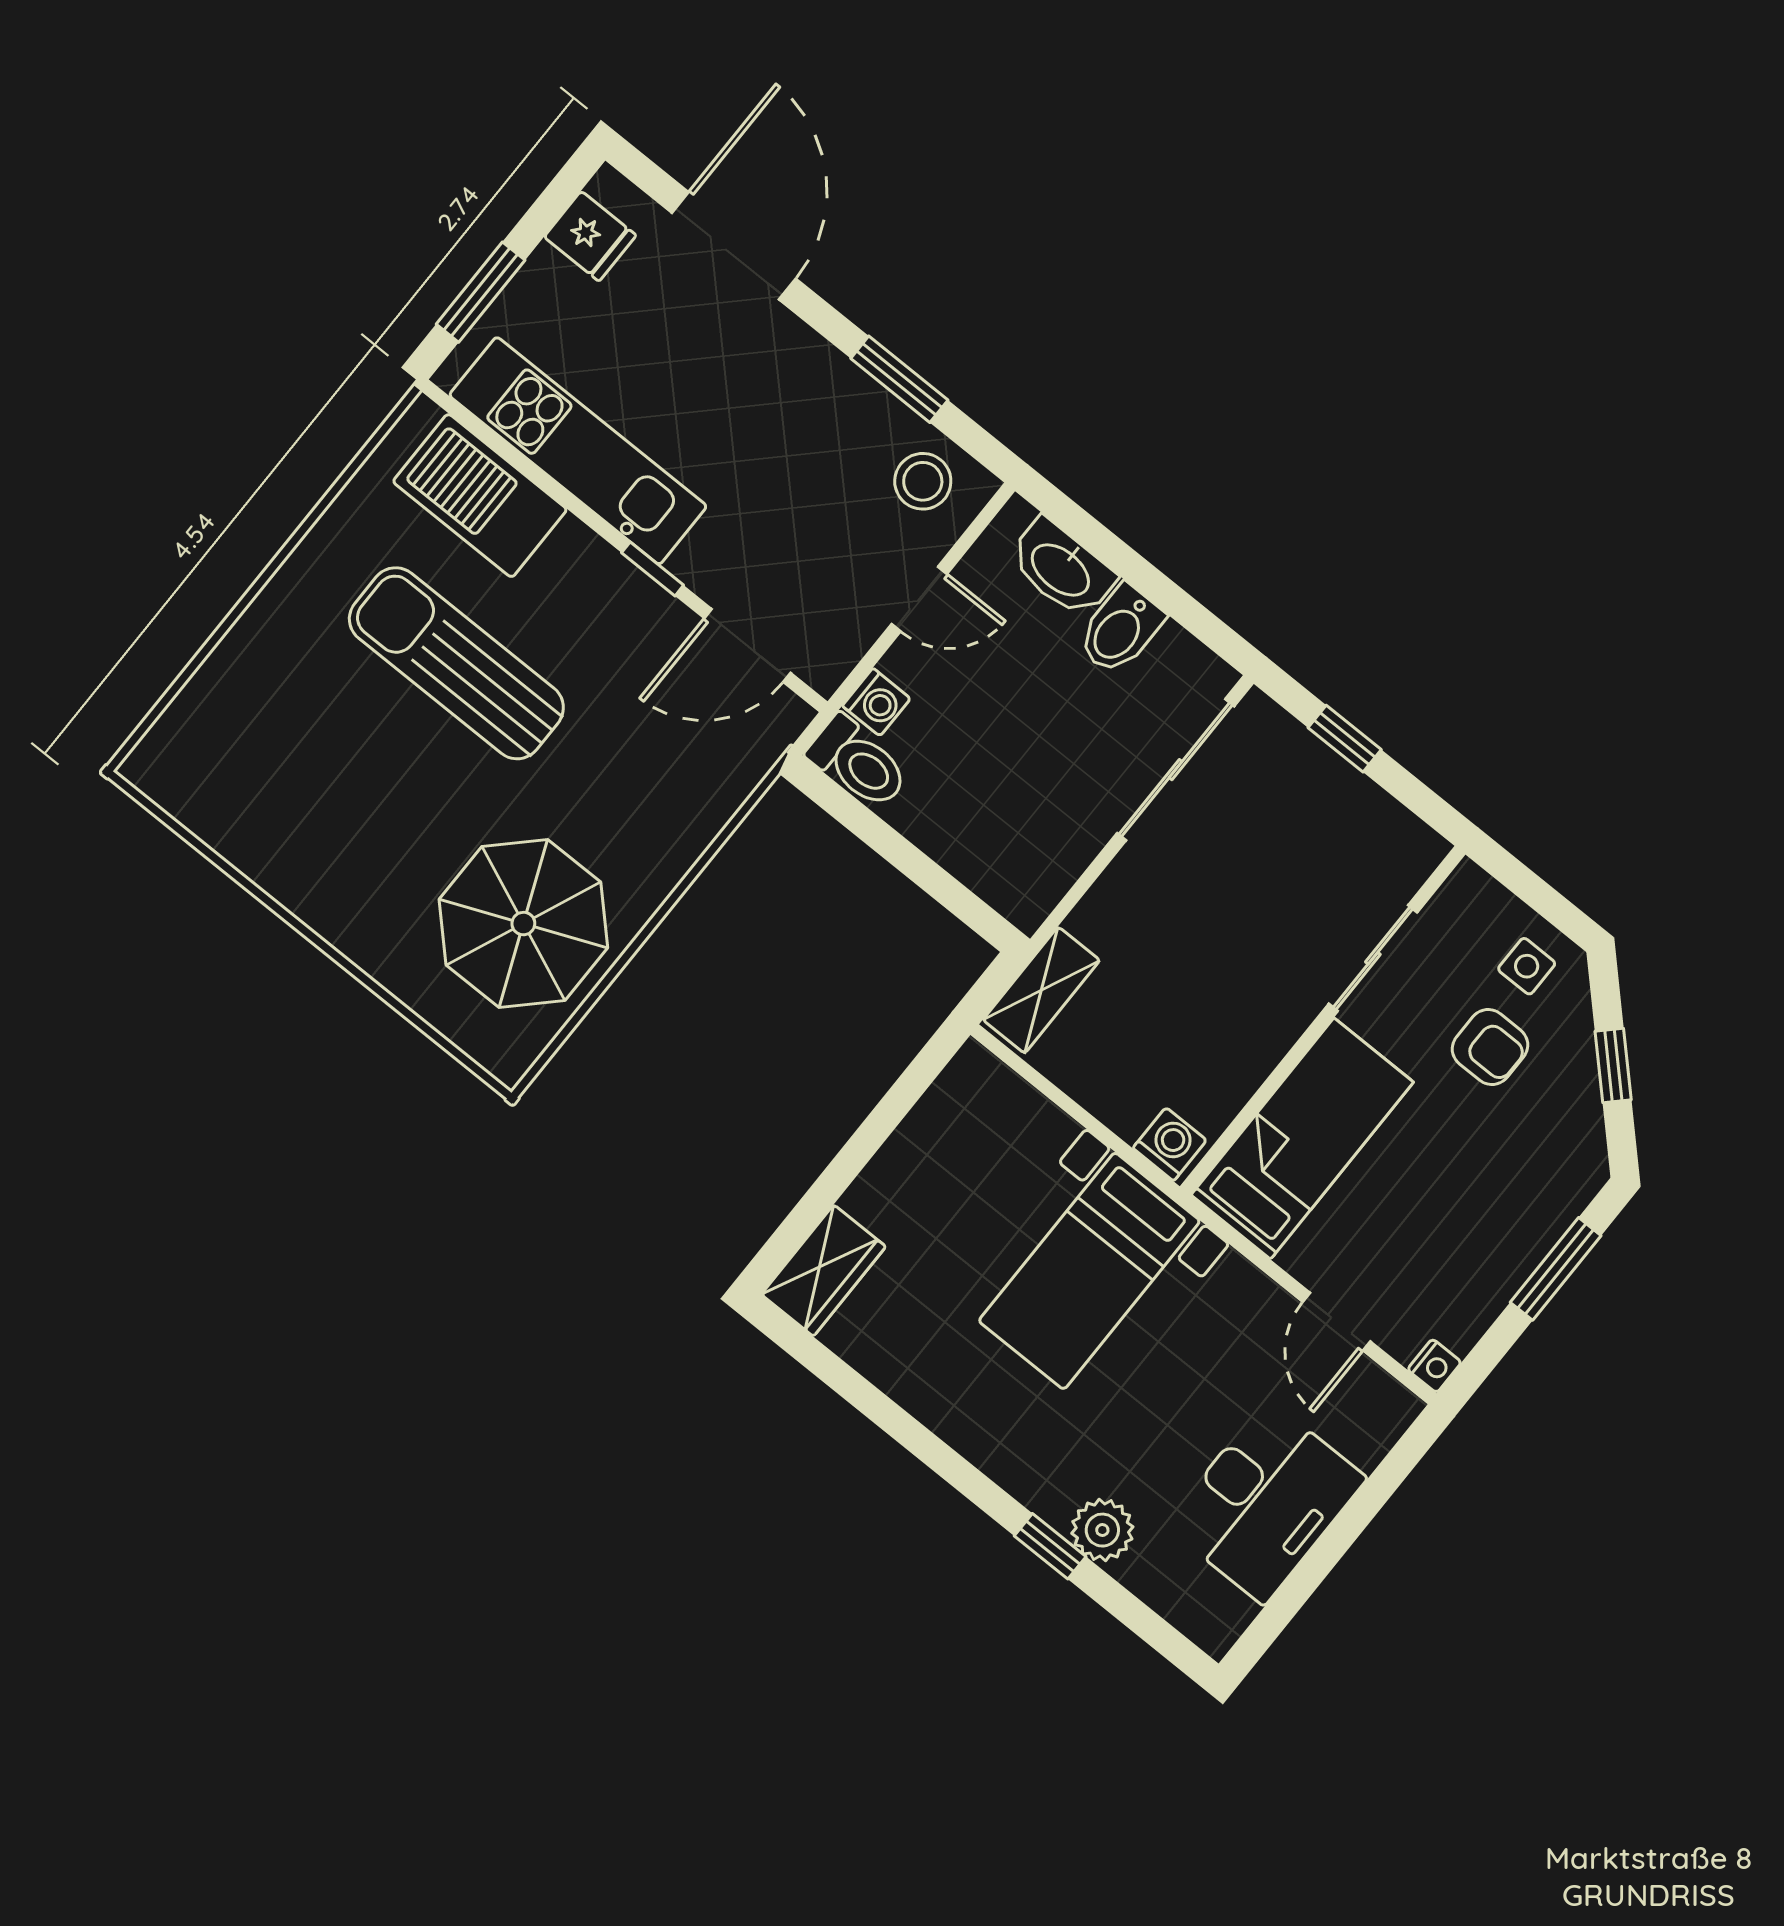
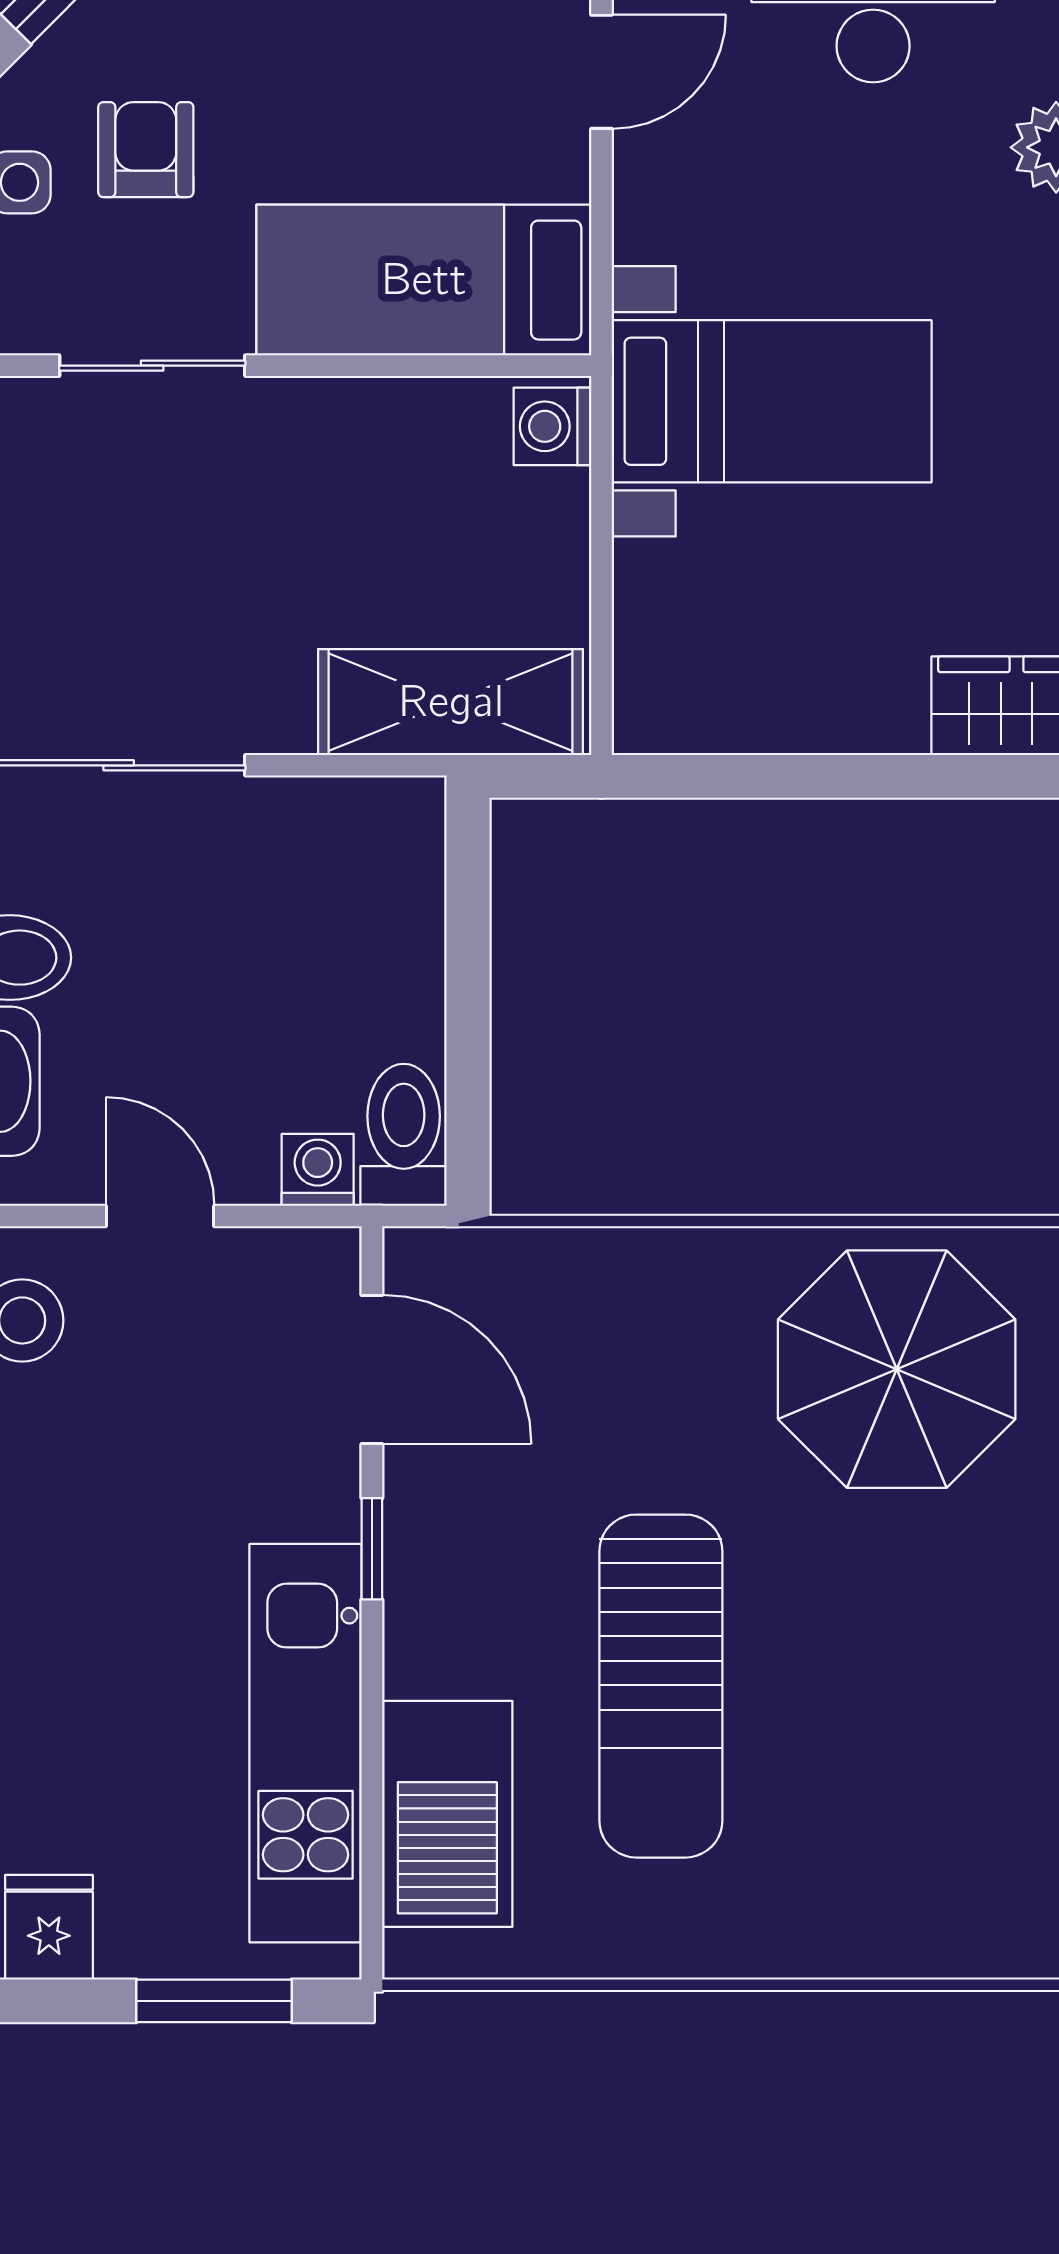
shelving: (1041, 990) -> (451, 702), width x1.50, depth x1.33

